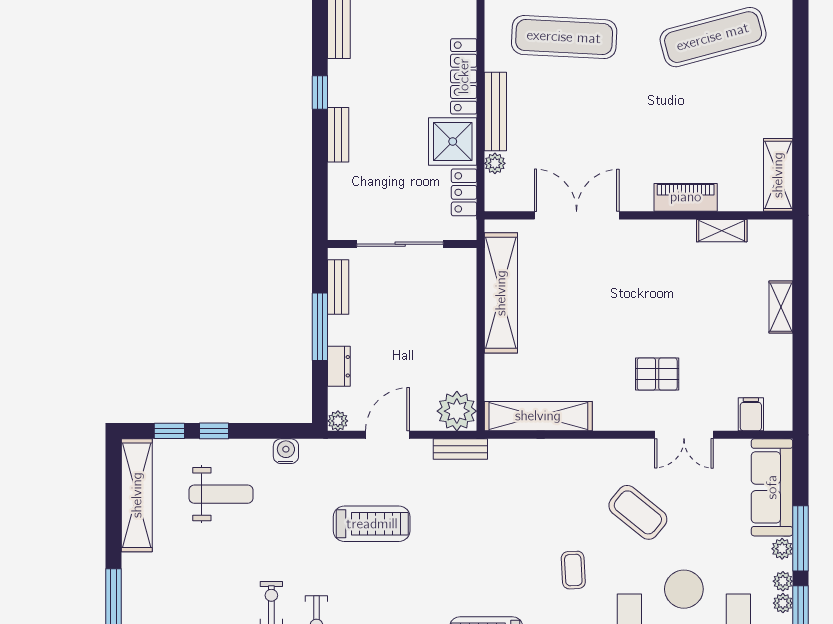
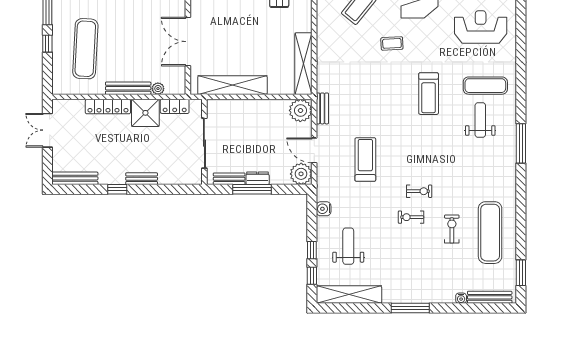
dresser: (339, 366) -> (258, 178), moved
plant: (338, 421) -> (301, 174), width x1.87, depth x1.87

